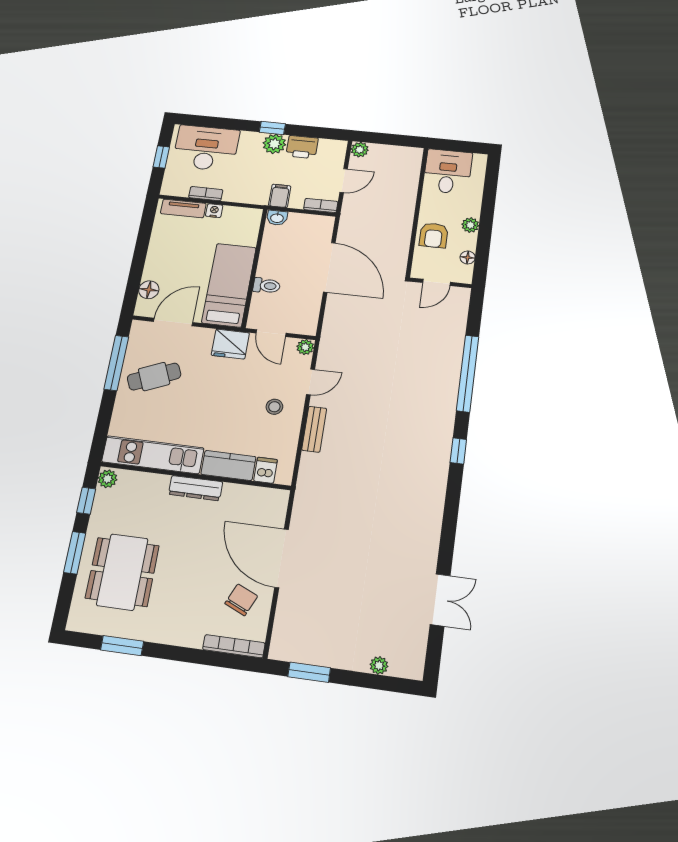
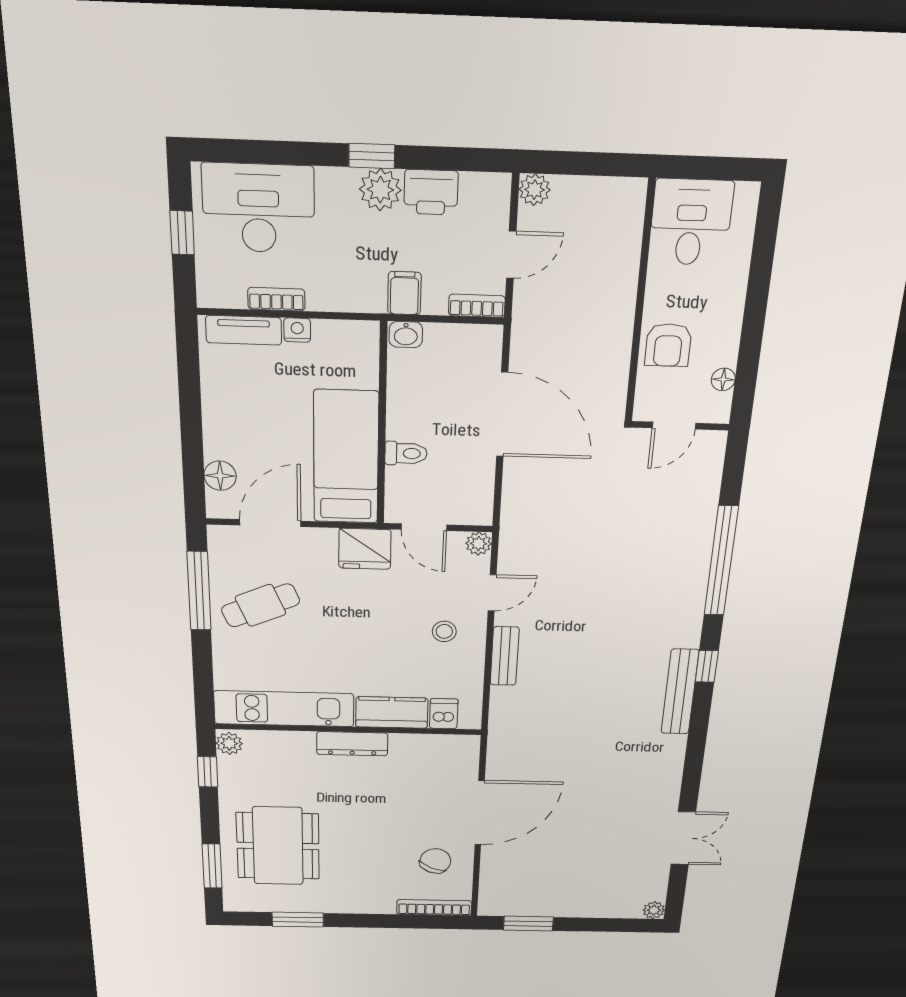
plant: (470, 225) -> (729, 321), removed
bench: (439, 469) -> (680, 692), added
window: (75, 553) -> (212, 866), moved
door: (282, 558) -> (480, 813), swing flipped
plant: (379, 665) -> (654, 910), moved

